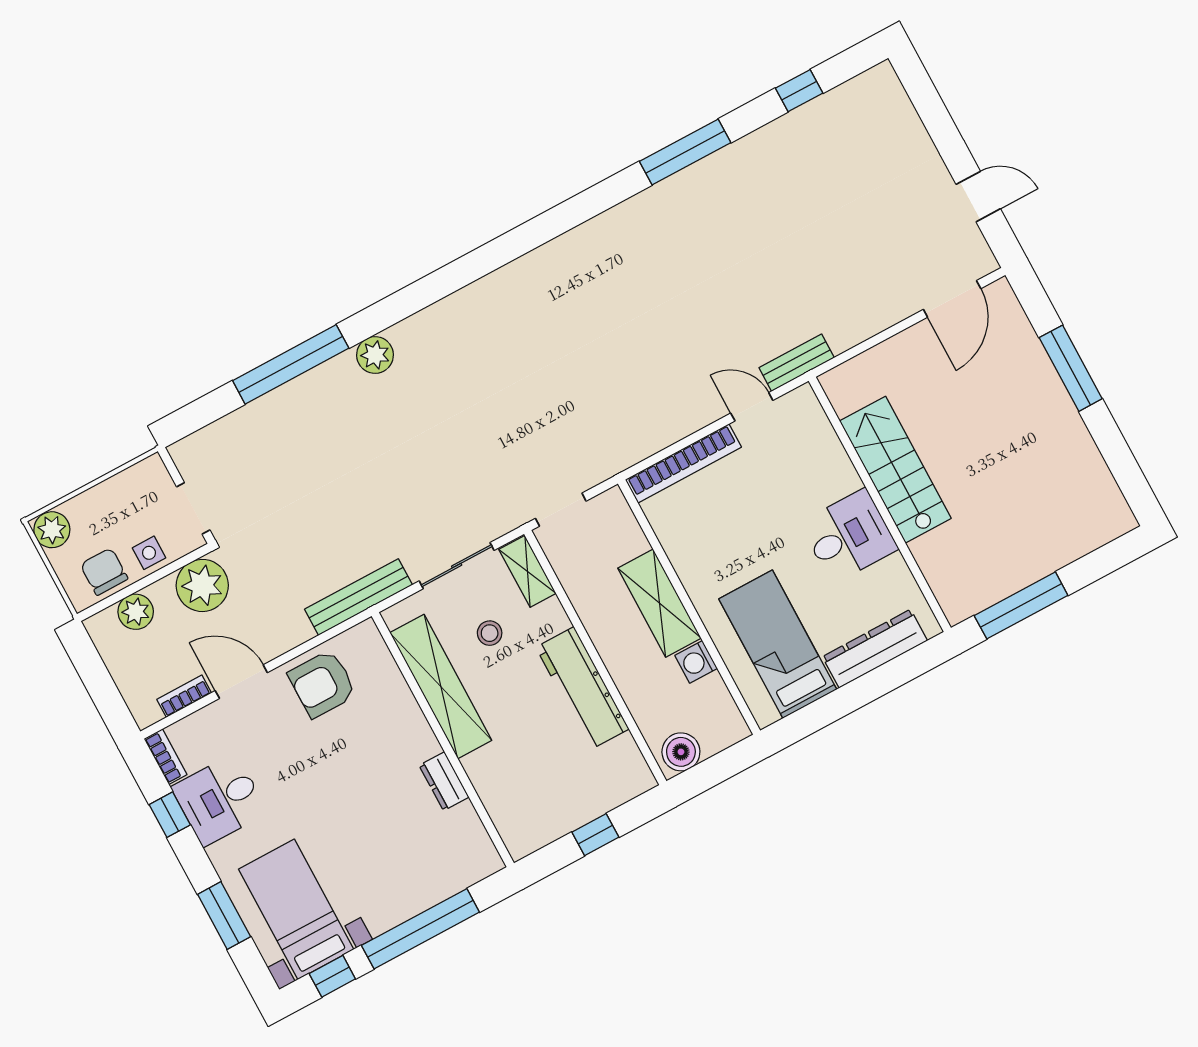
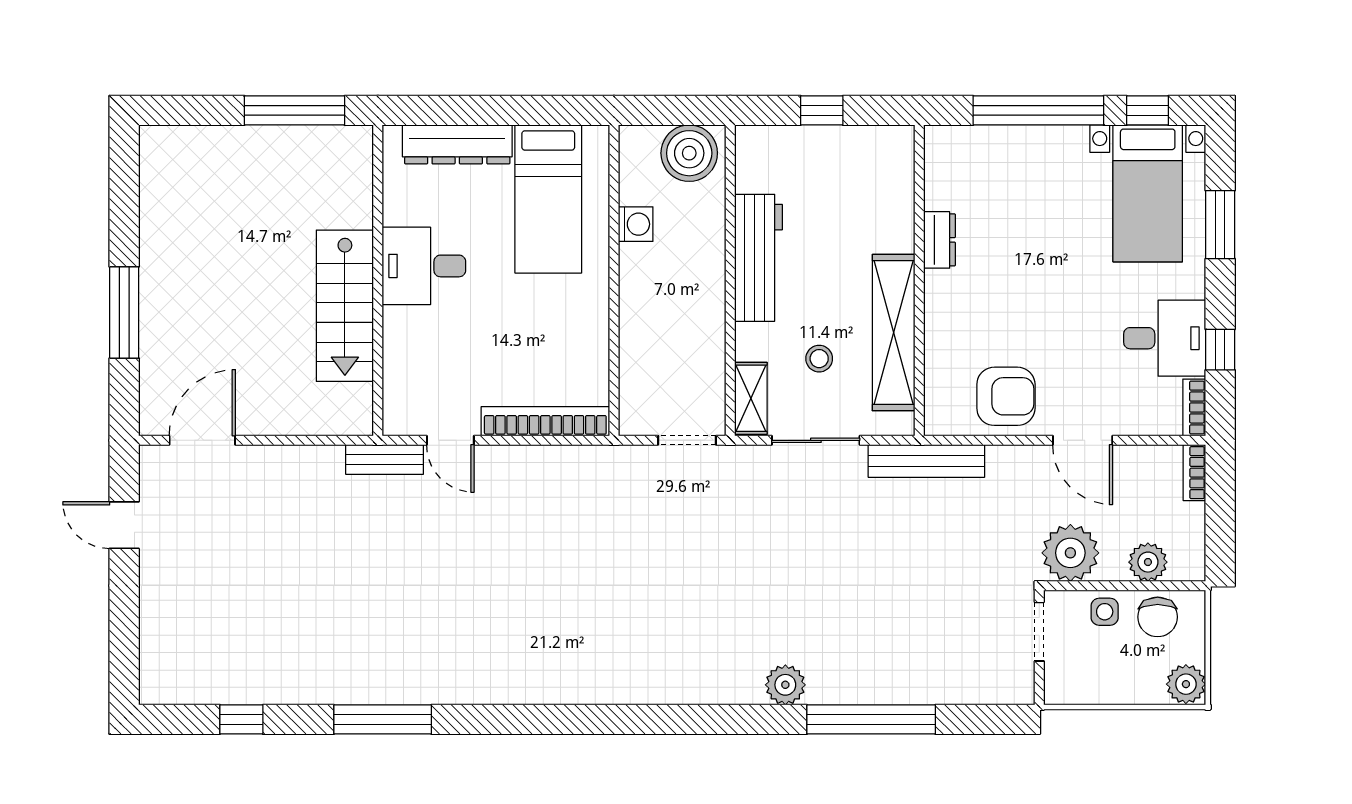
shelving: (659, 603) -> (640, 300), removed
bookcase: (184, 696) -> (1194, 473), moved, turned 90
boiler: (681, 752) -> (689, 153), width x1.37, depth x1.37

